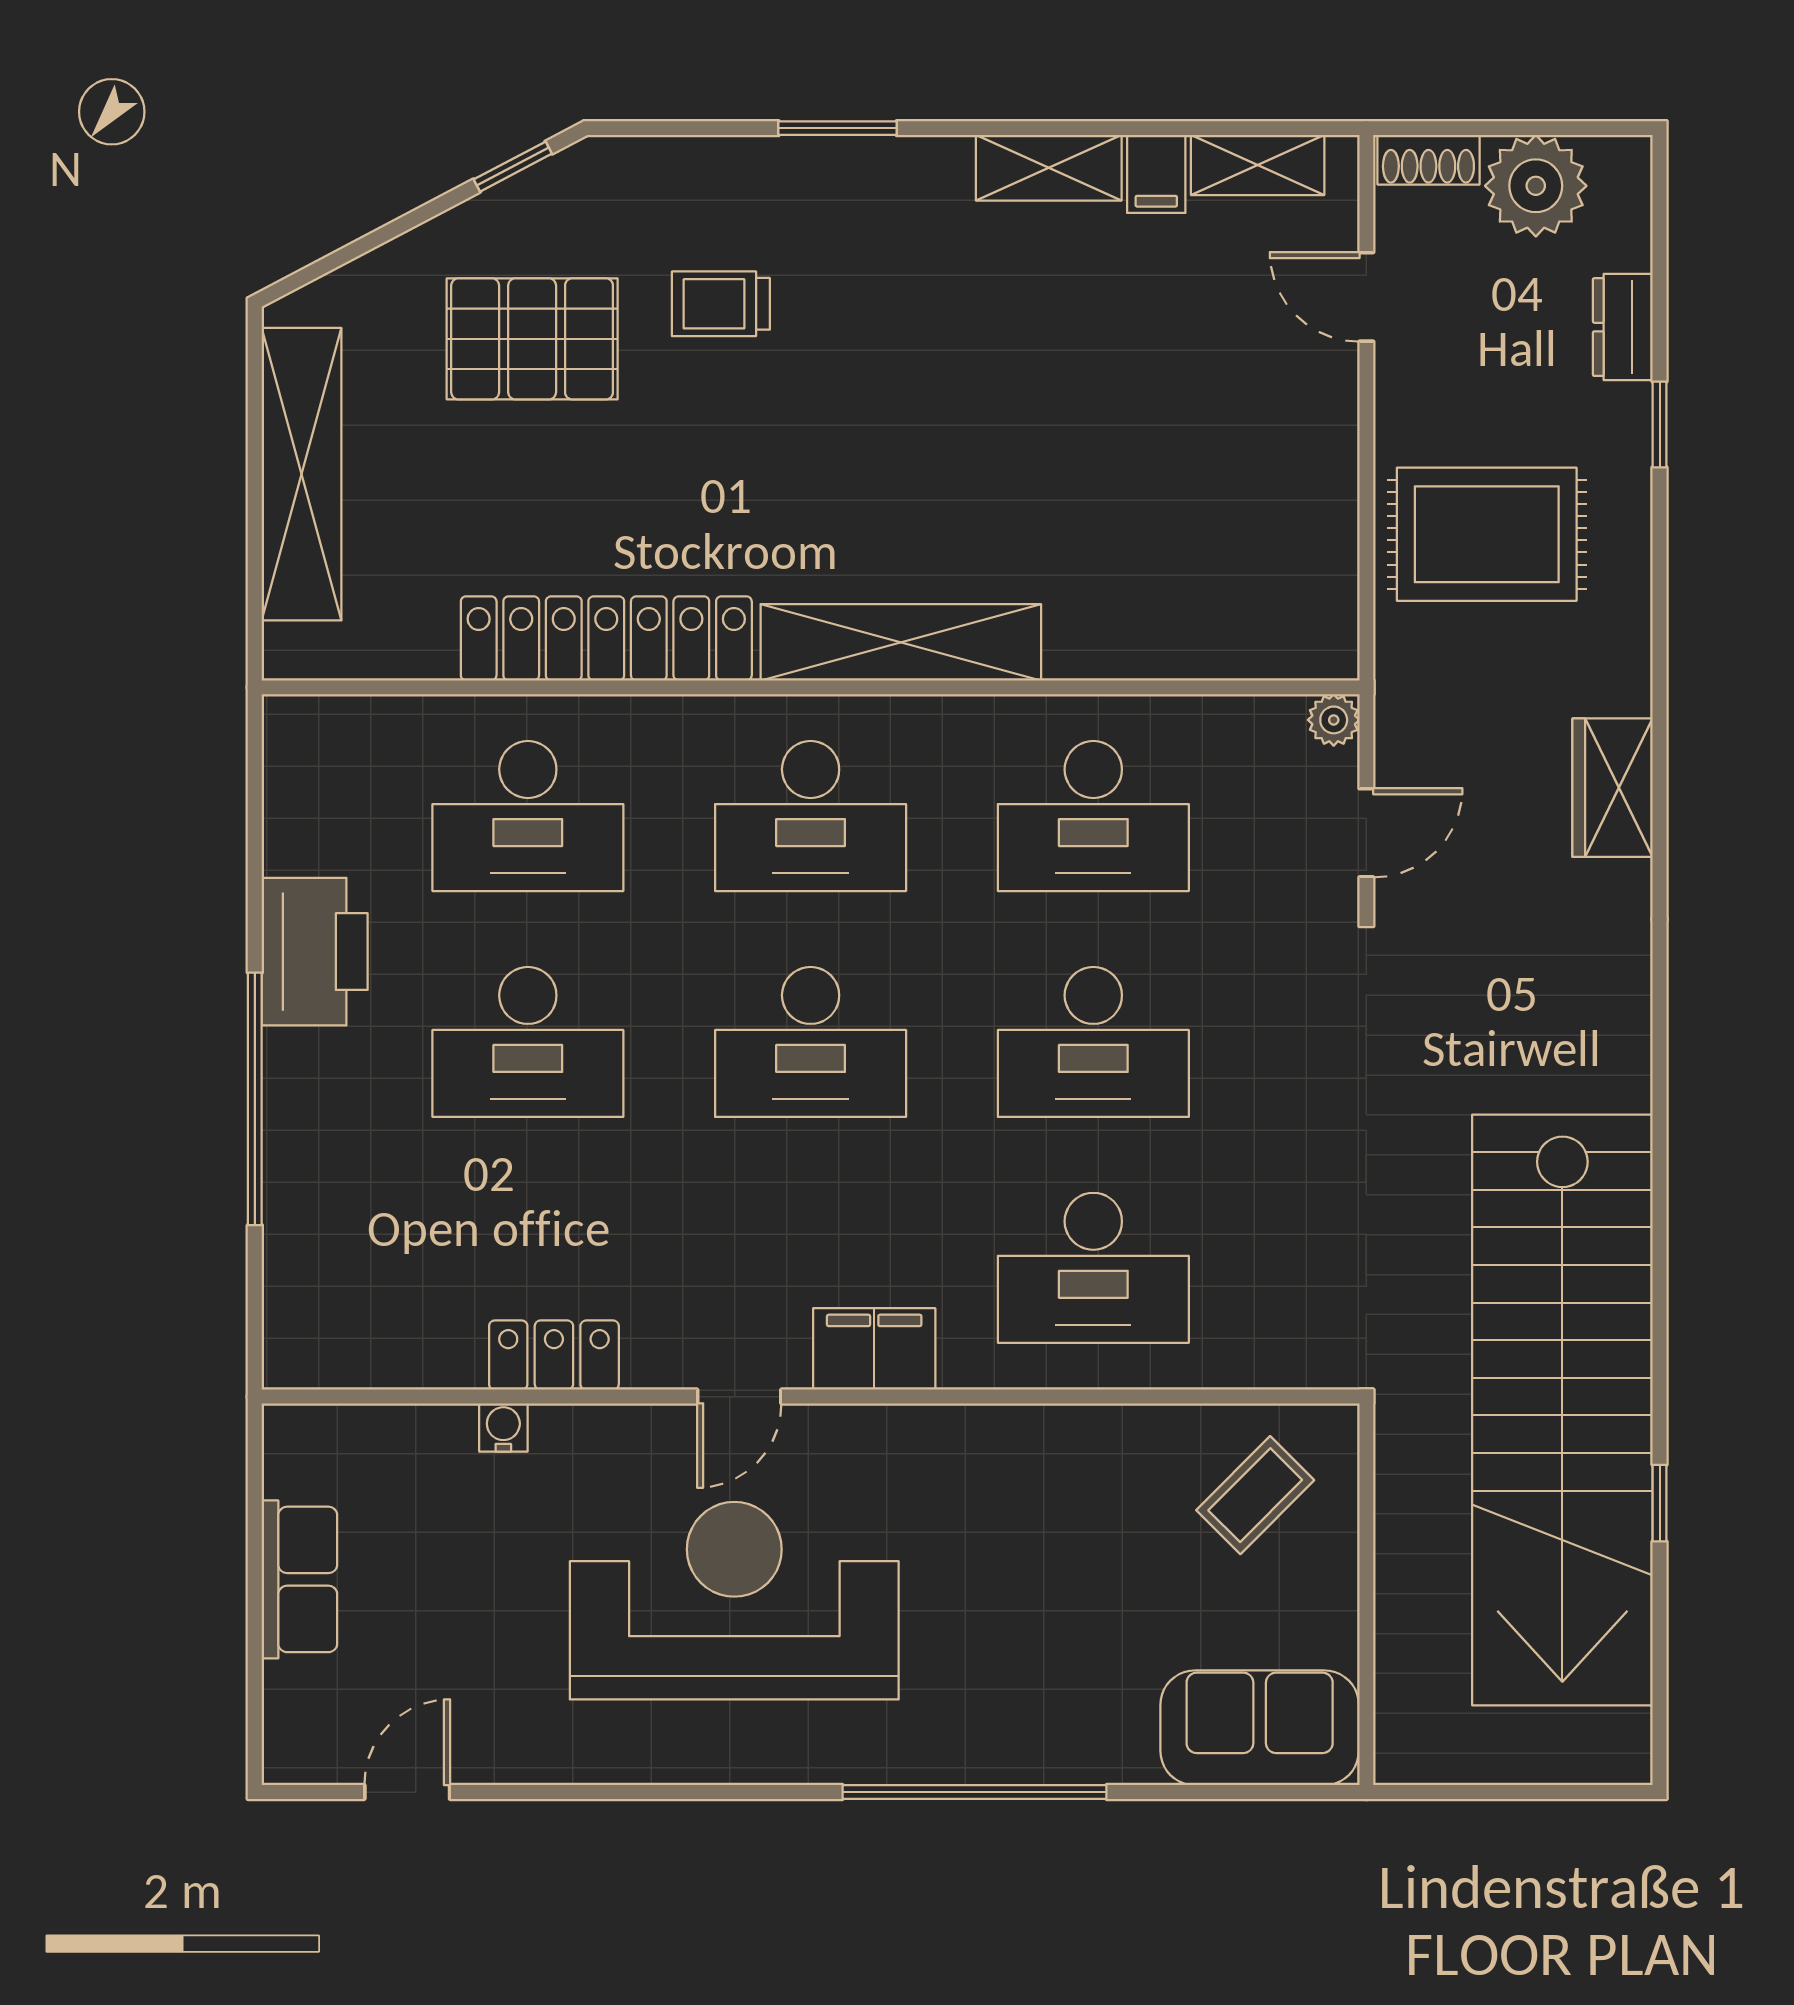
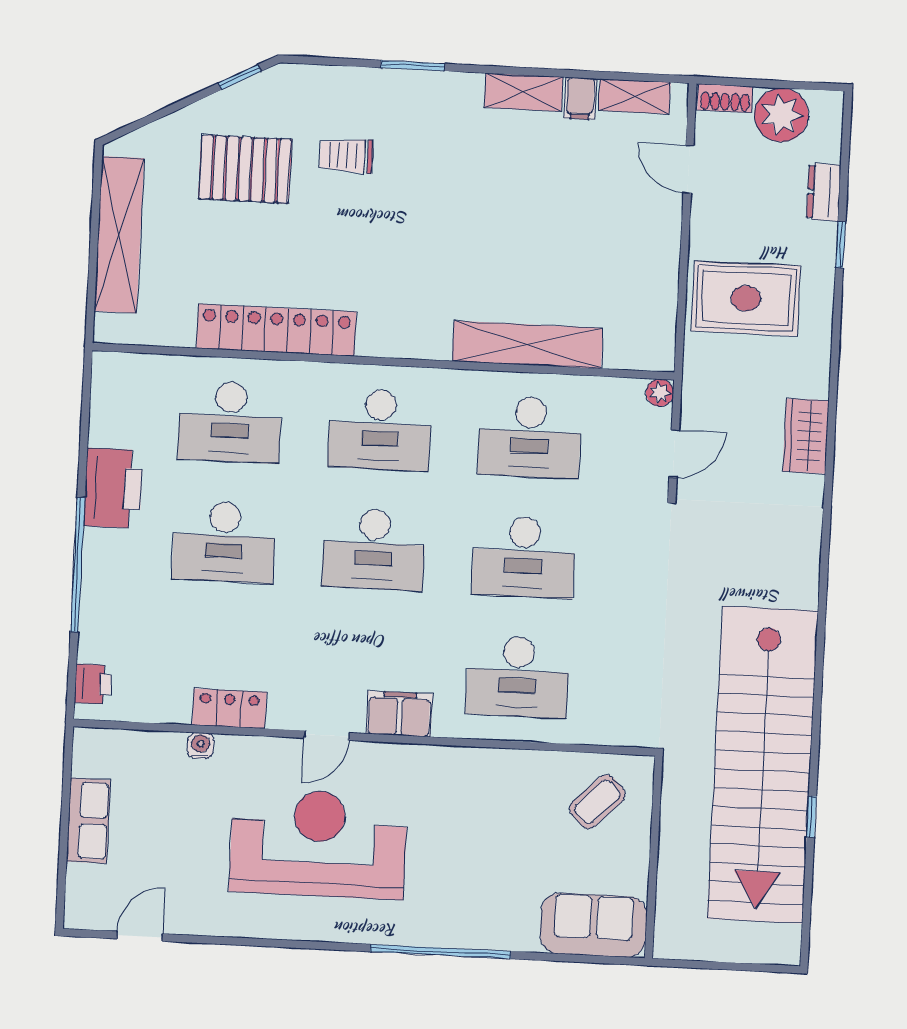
shelving: (901, 642) -> (528, 345), moved
printer: (295, 1322) -> (93, 684), added

